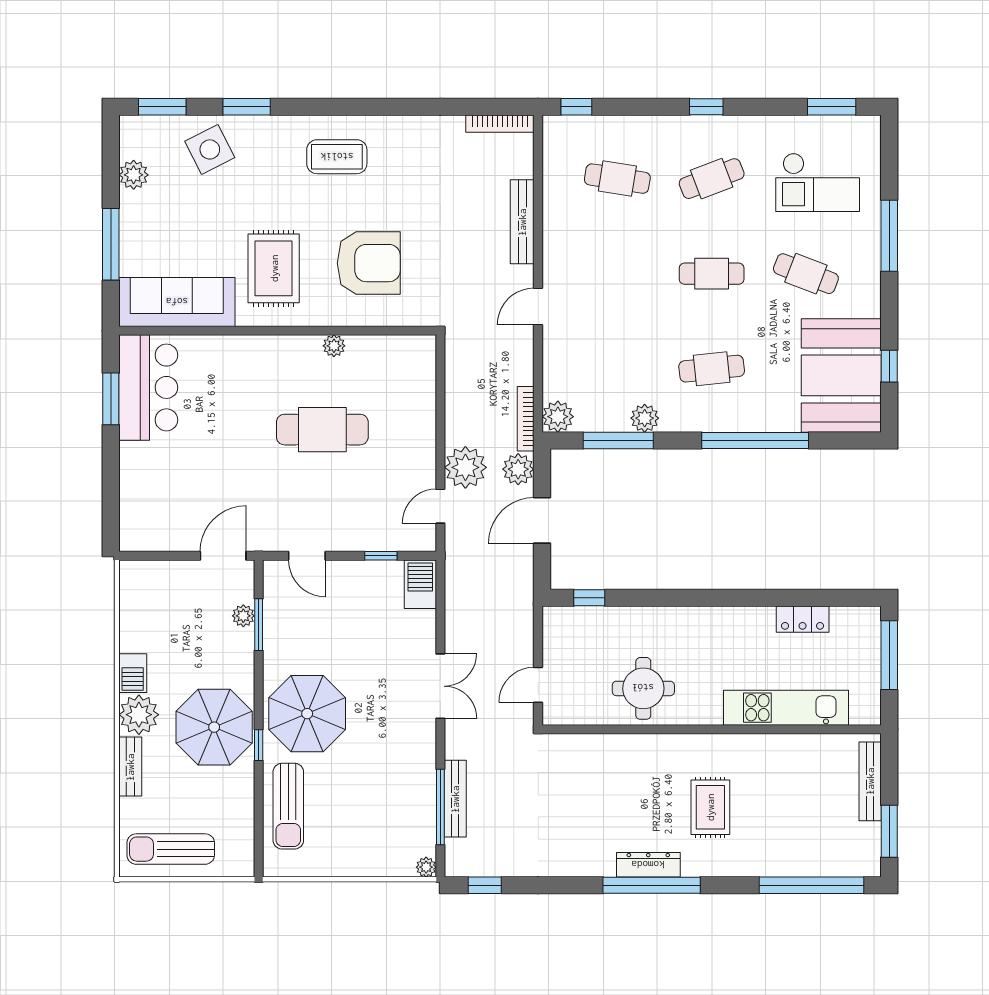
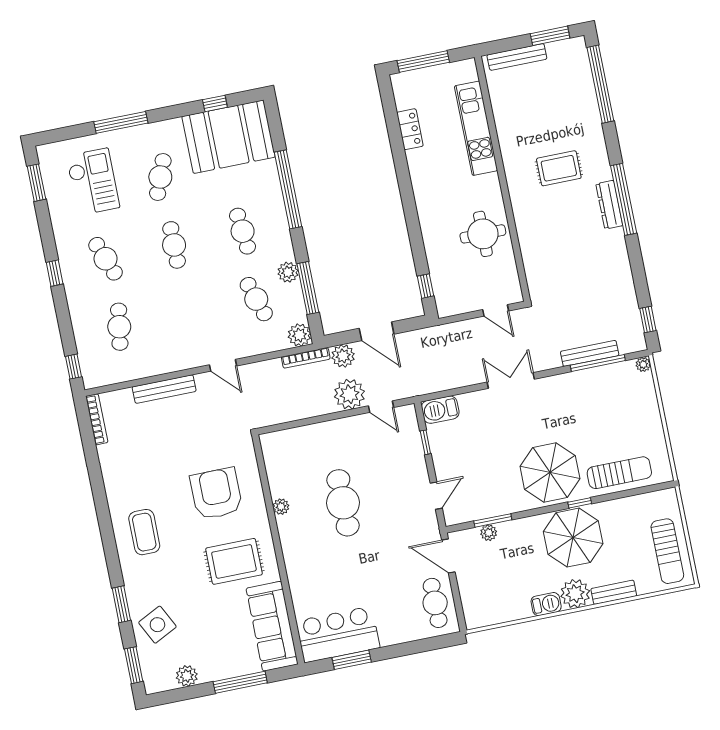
cafe table: (617, 369) -> (256, 299), added
cafe table: (164, 525) -> (435, 603), added

